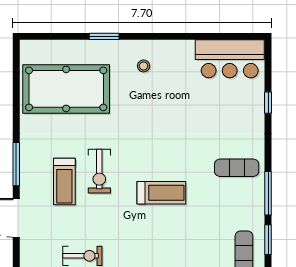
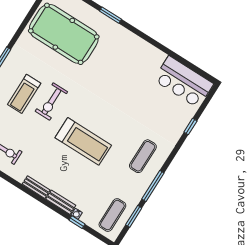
stool: (144, 66) -> (124, 51), removed
exercise mat: (237, 168) -> (143, 156), turned 90
treadmill: (161, 193) -> (83, 141), width x1.37, depth x1.38

